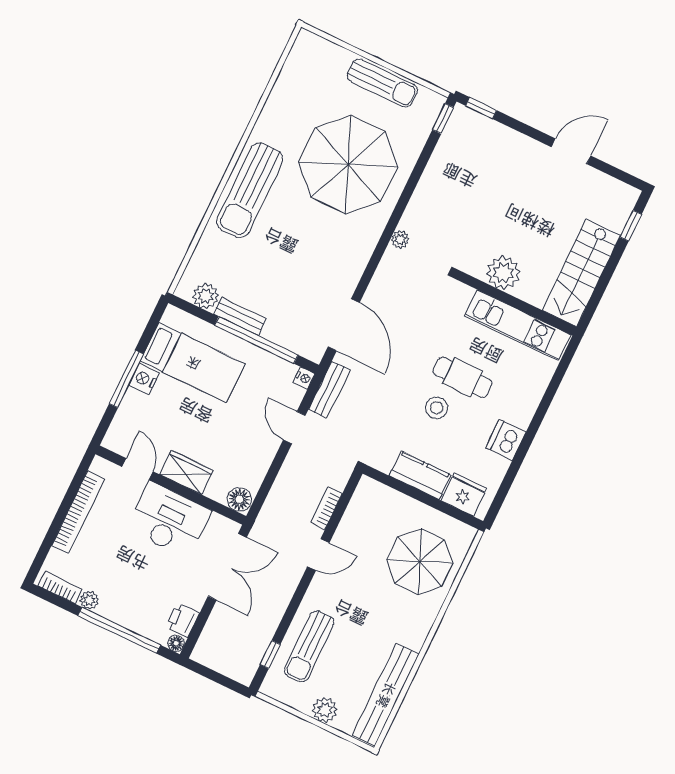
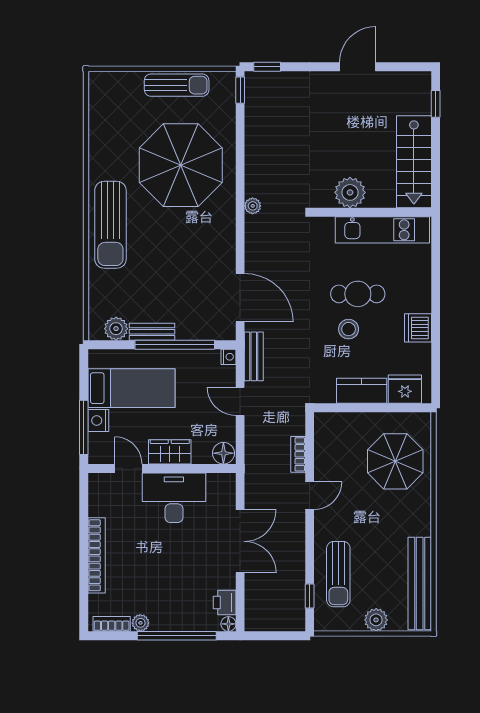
door: (138, 469) -> (128, 468), moved
wardrobe: (187, 472) -> (170, 452), moved
wall: (171, 485) -> (162, 468), moved
floor lamp: (239, 499) -> (223, 453), moved
desk: (169, 520) -> (174, 498), moved

